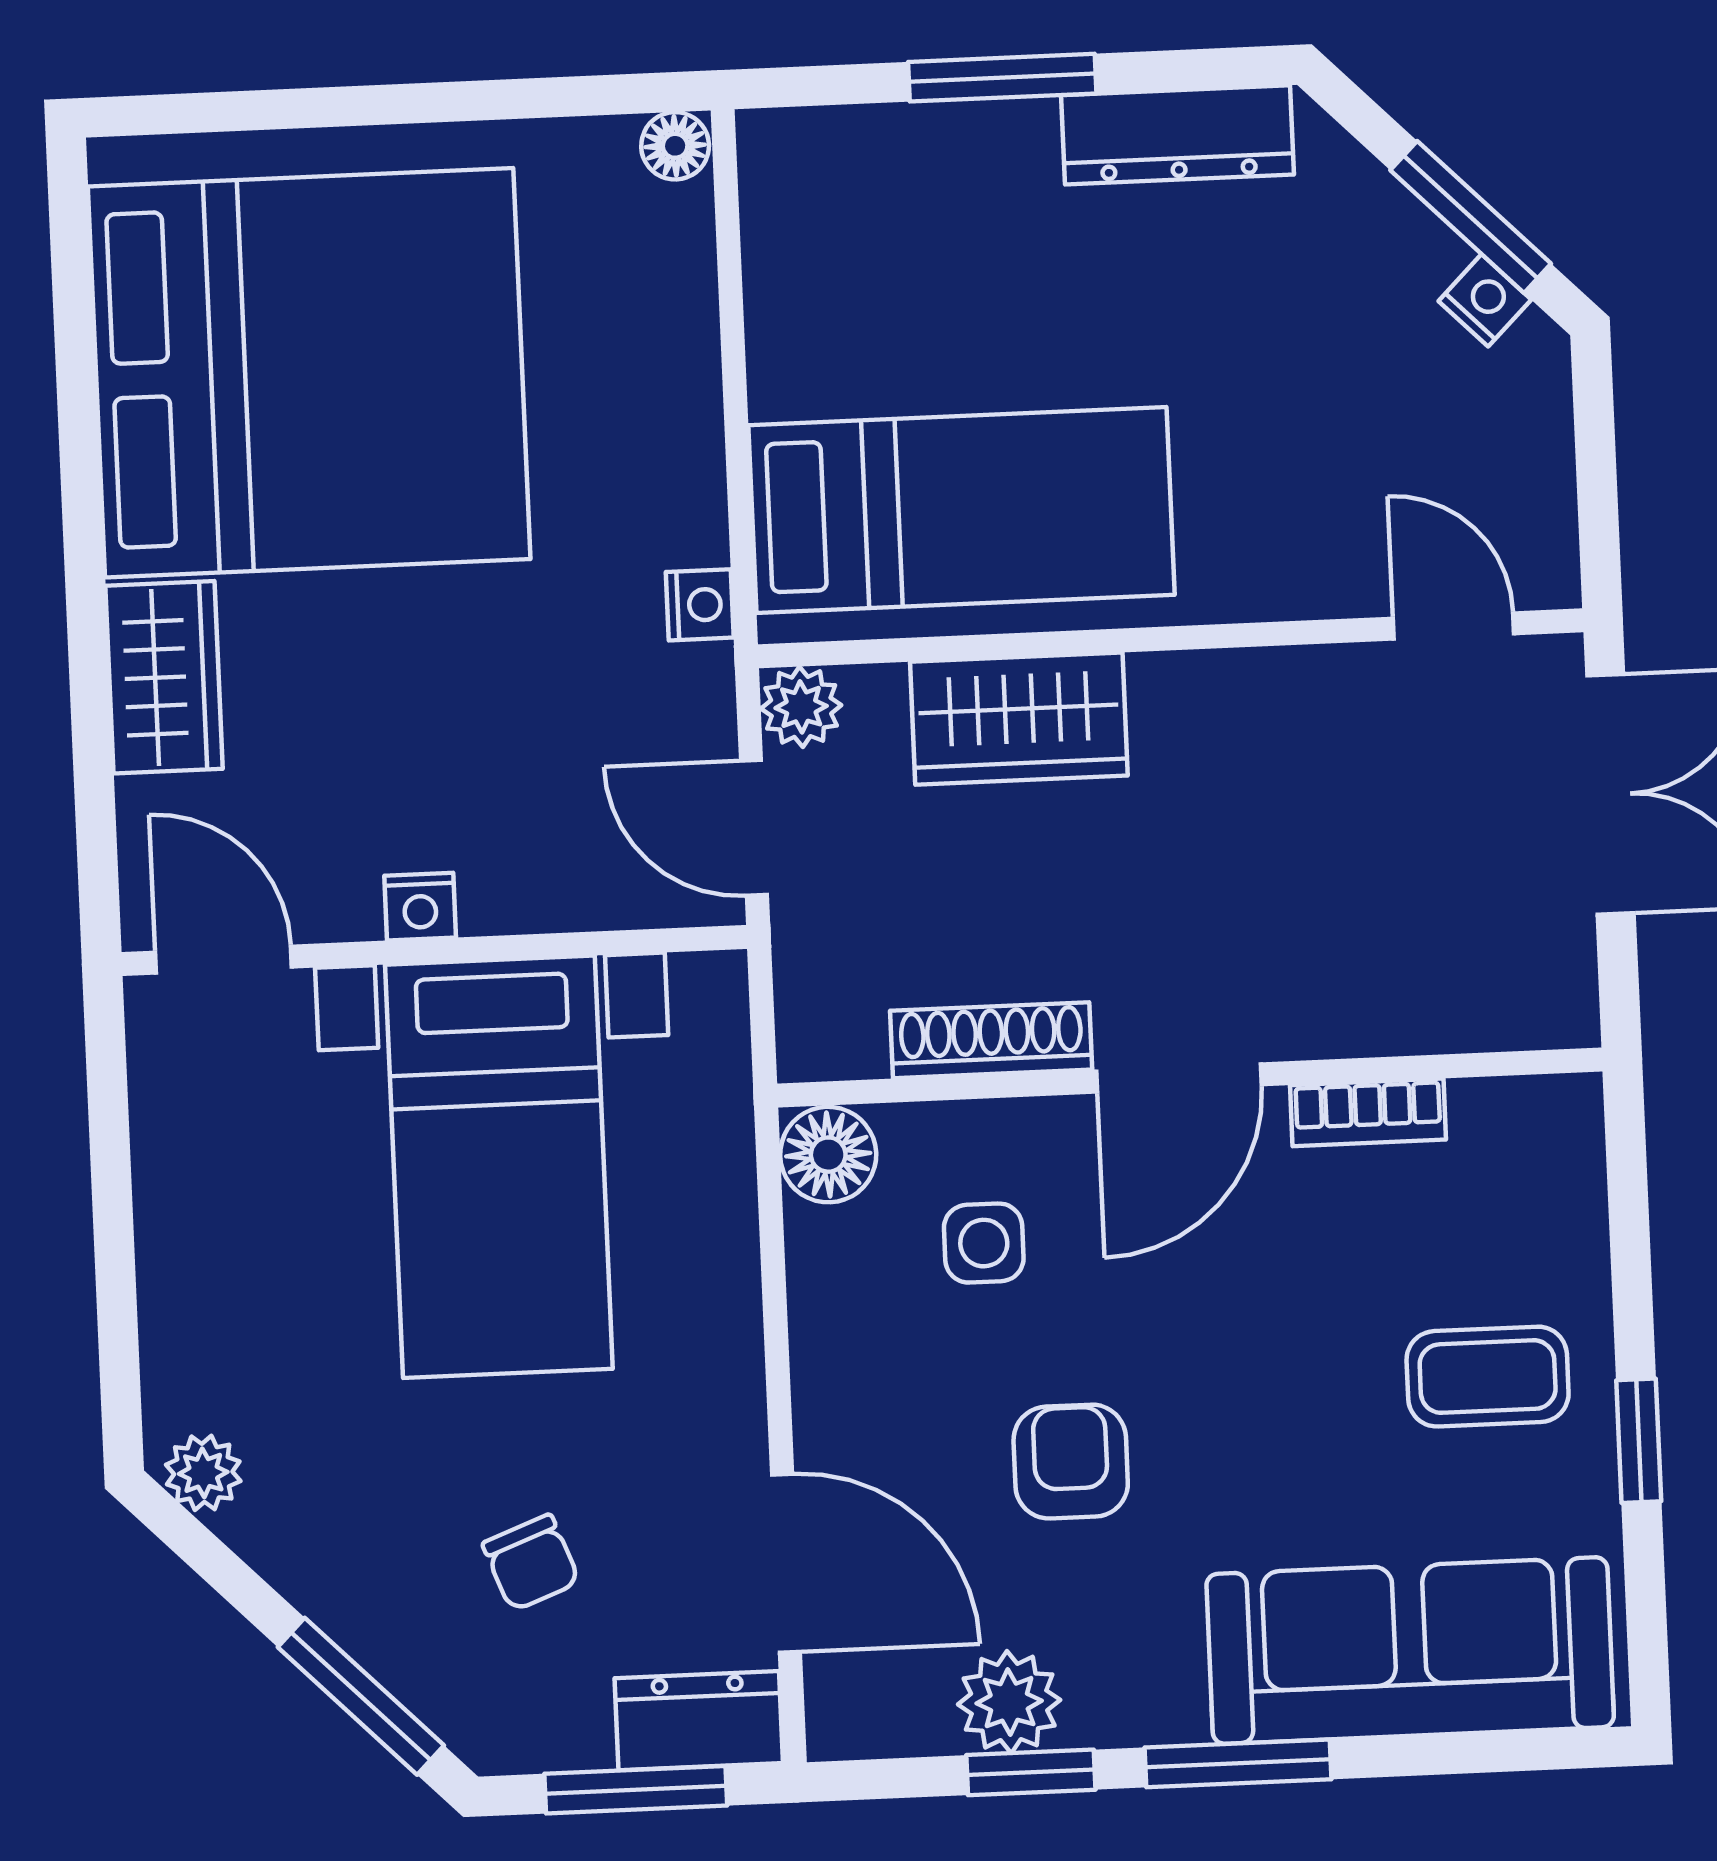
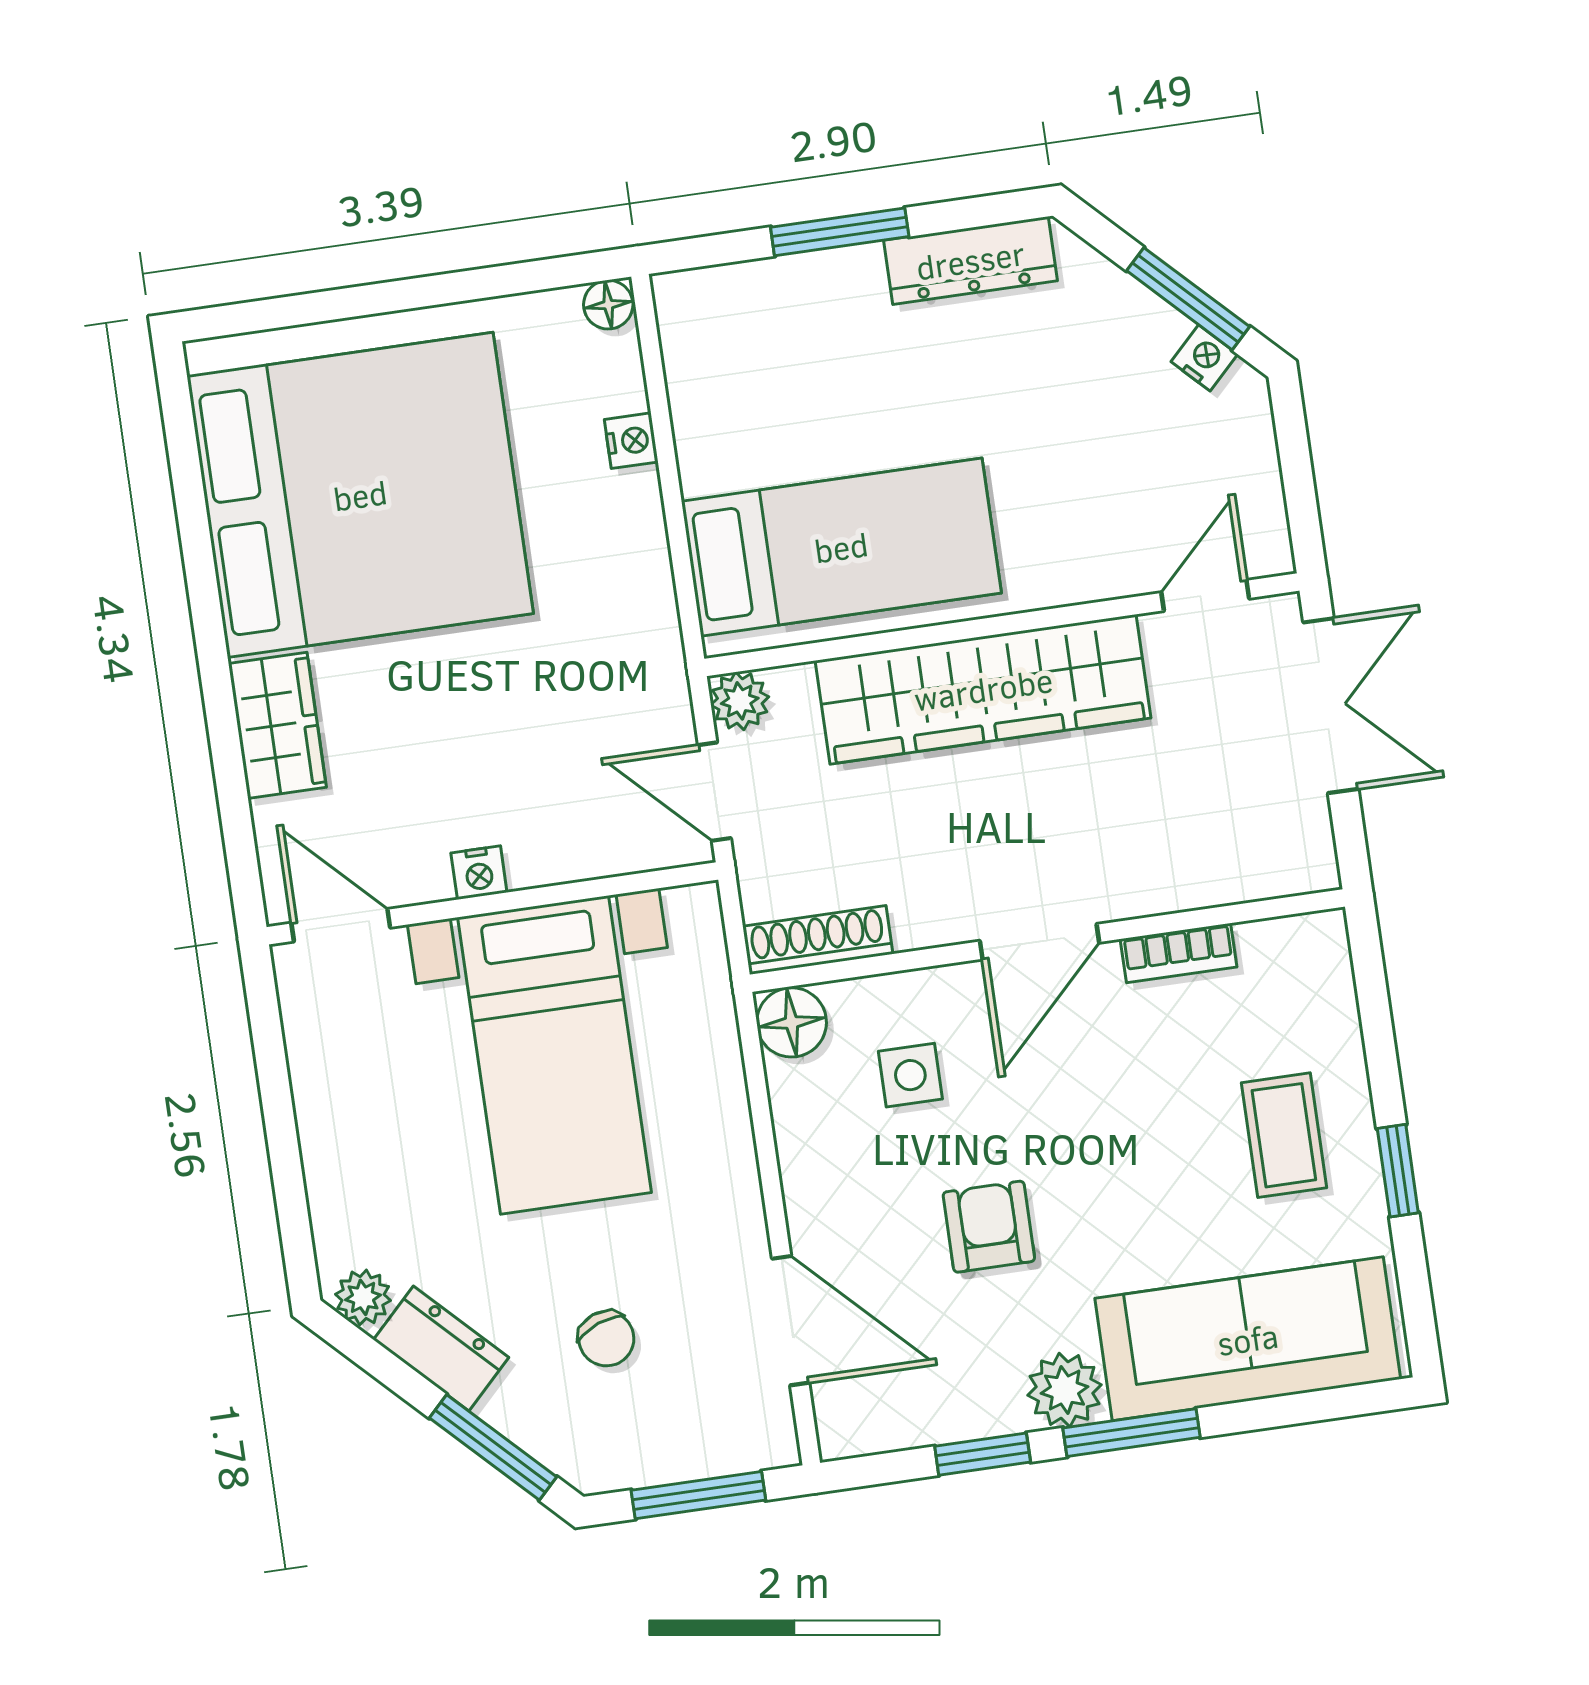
nightstand: (700, 605) -> (631, 441), moved
door: (1454, 626) -> (1205, 595), hinge flipped
wardrobe: (1019, 719) -> (983, 689), width x2.10, depth x1.17
shoe rack: (991, 1040) -> (818, 940), moved
coffee table: (1488, 1377) -> (1284, 1135), turned 90
plant: (1009, 1702) -> (1065, 1390), moved
dresser: (699, 1721) -> (441, 1349), moved, turned 45

